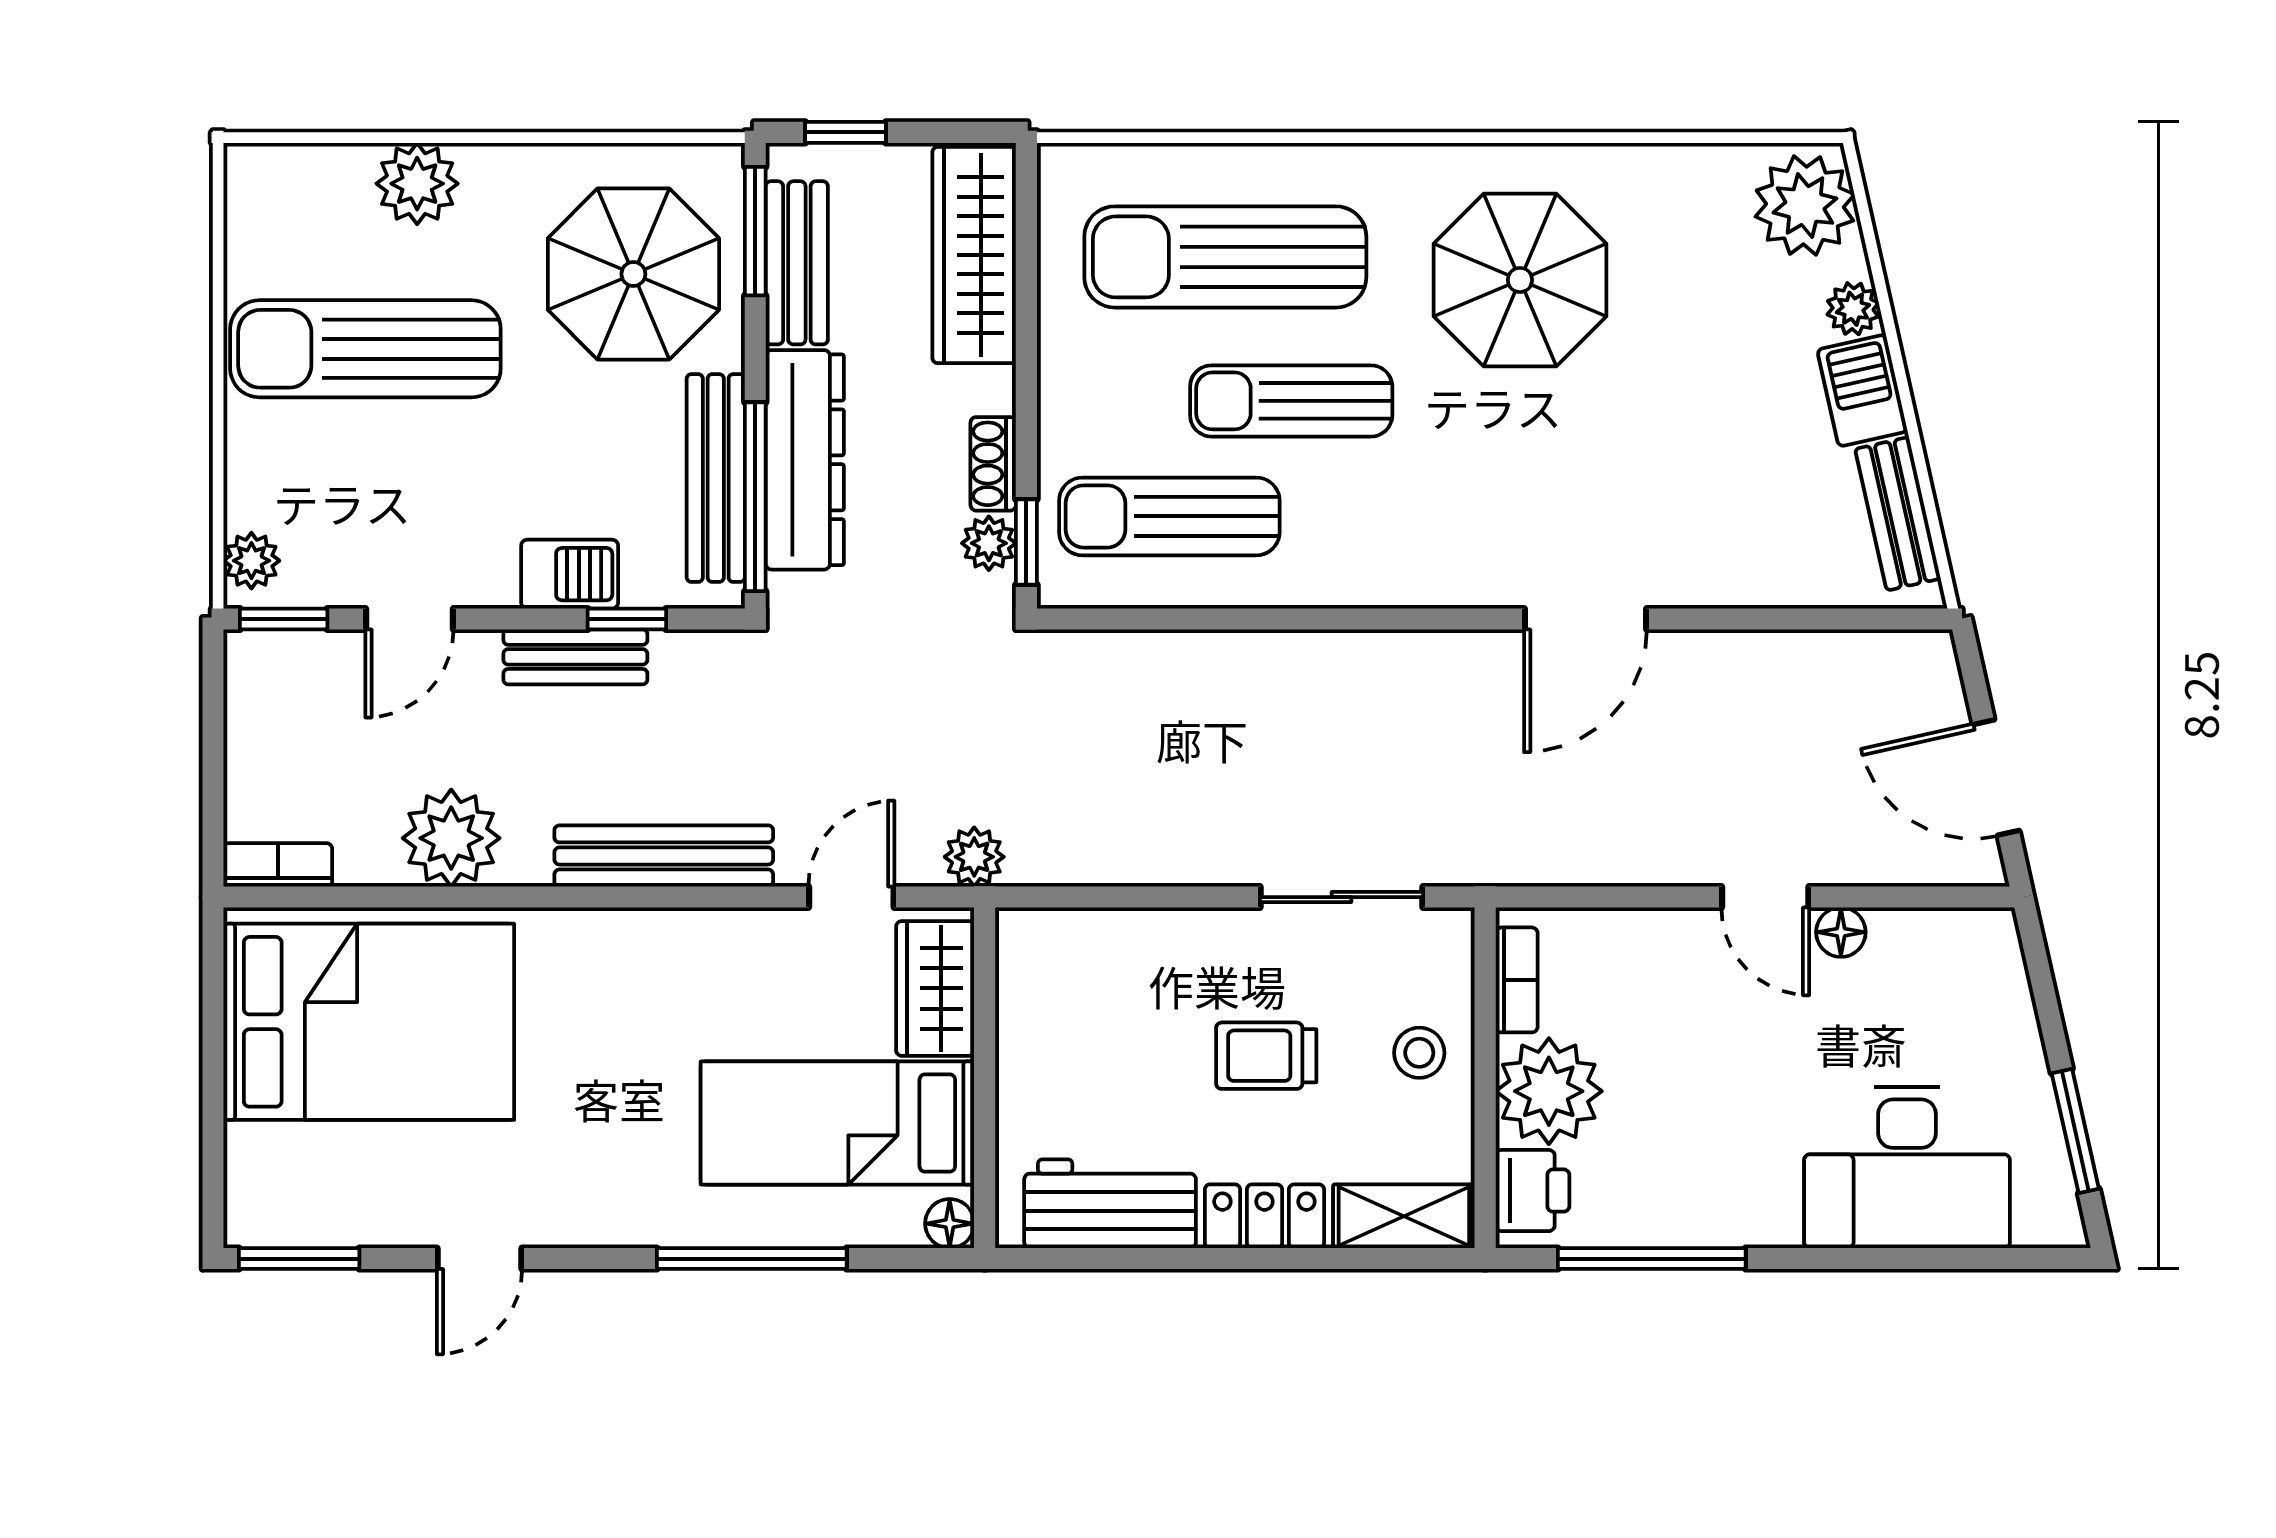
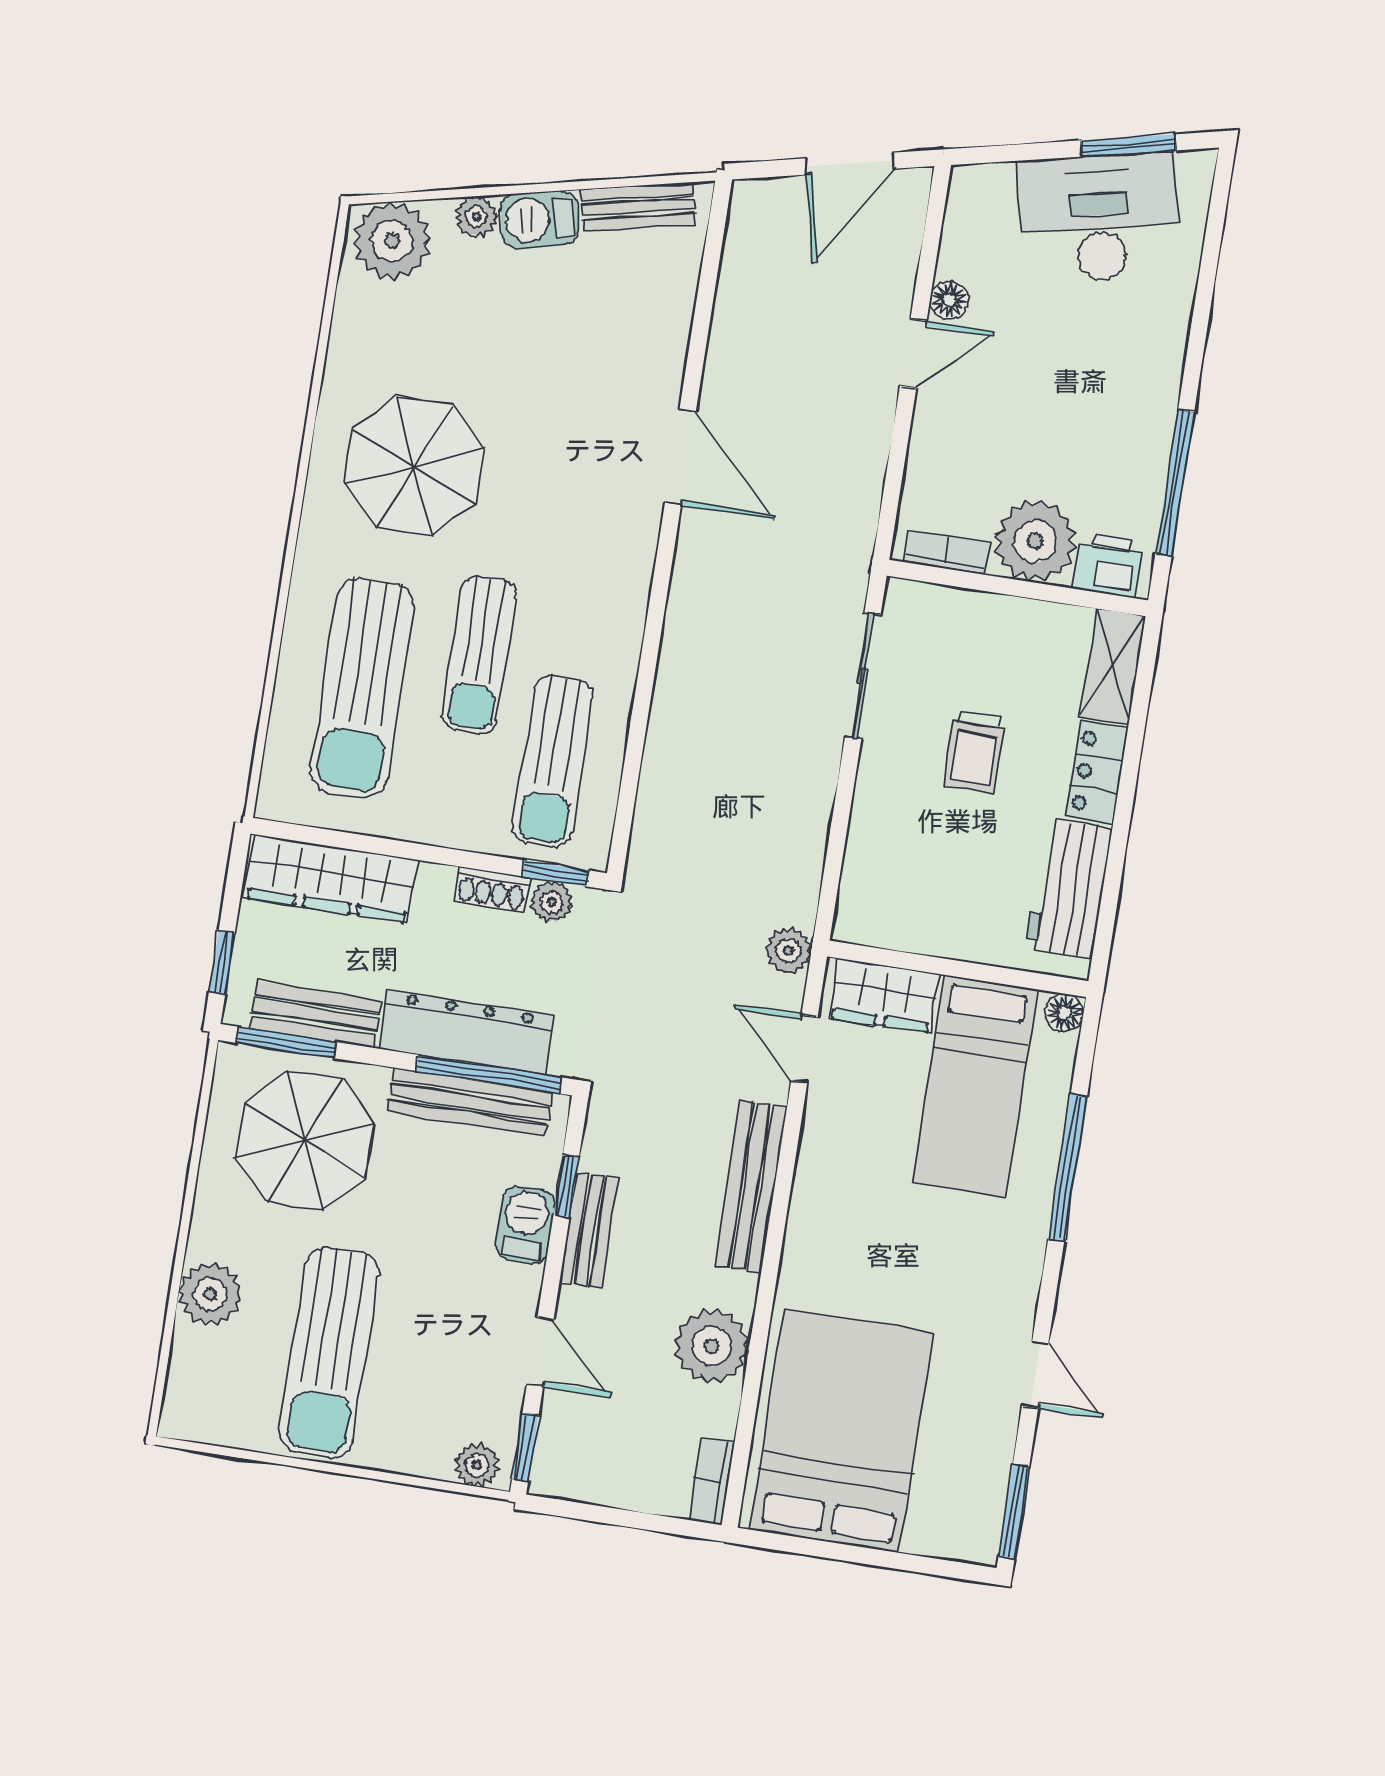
stool: (1419, 1053) -> (991, 635), removed
desk: (1907, 1167) -> (1099, 218), moved, turned -103

